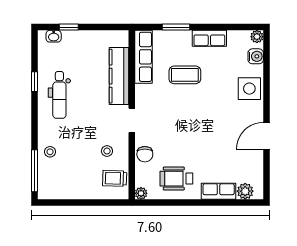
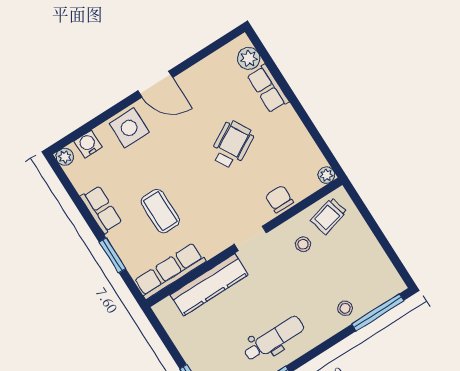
door: (266, 136) -> (155, 84), moved
chair: (145, 154) -> (279, 199), turned -90
trolley: (115, 178) -> (329, 216), turned 74
wheelchair: (176, 179) -> (232, 144), moved, turned -120

